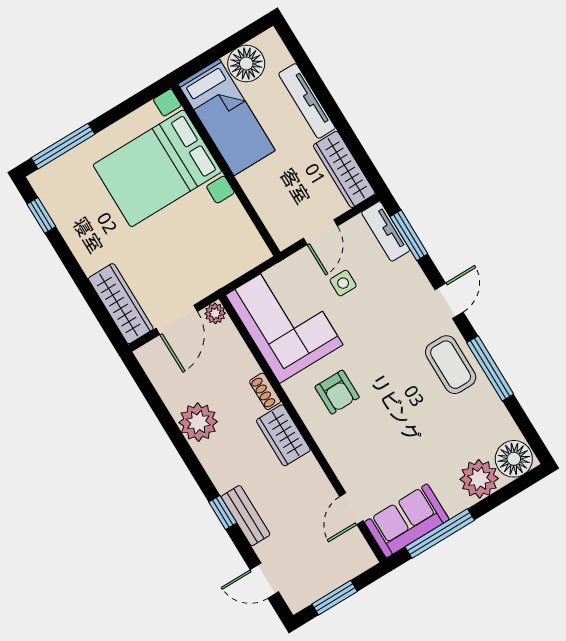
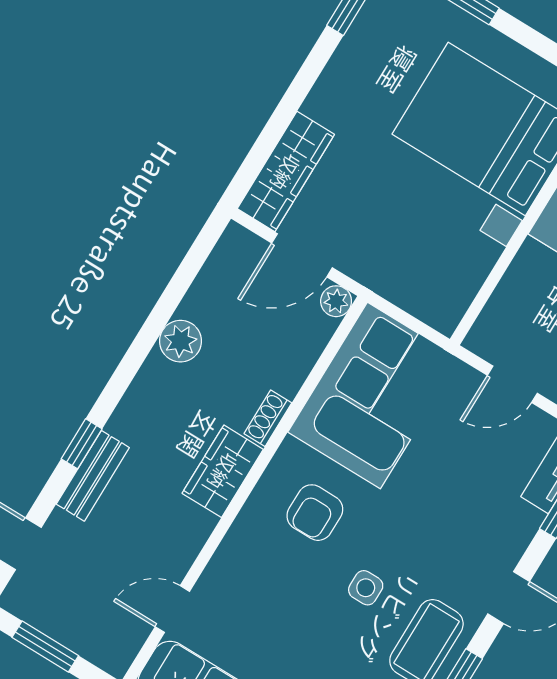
side table: (343, 283) -> (366, 588), moved
plant: (198, 422) -> (180, 341), width x0.73, depth x0.73

